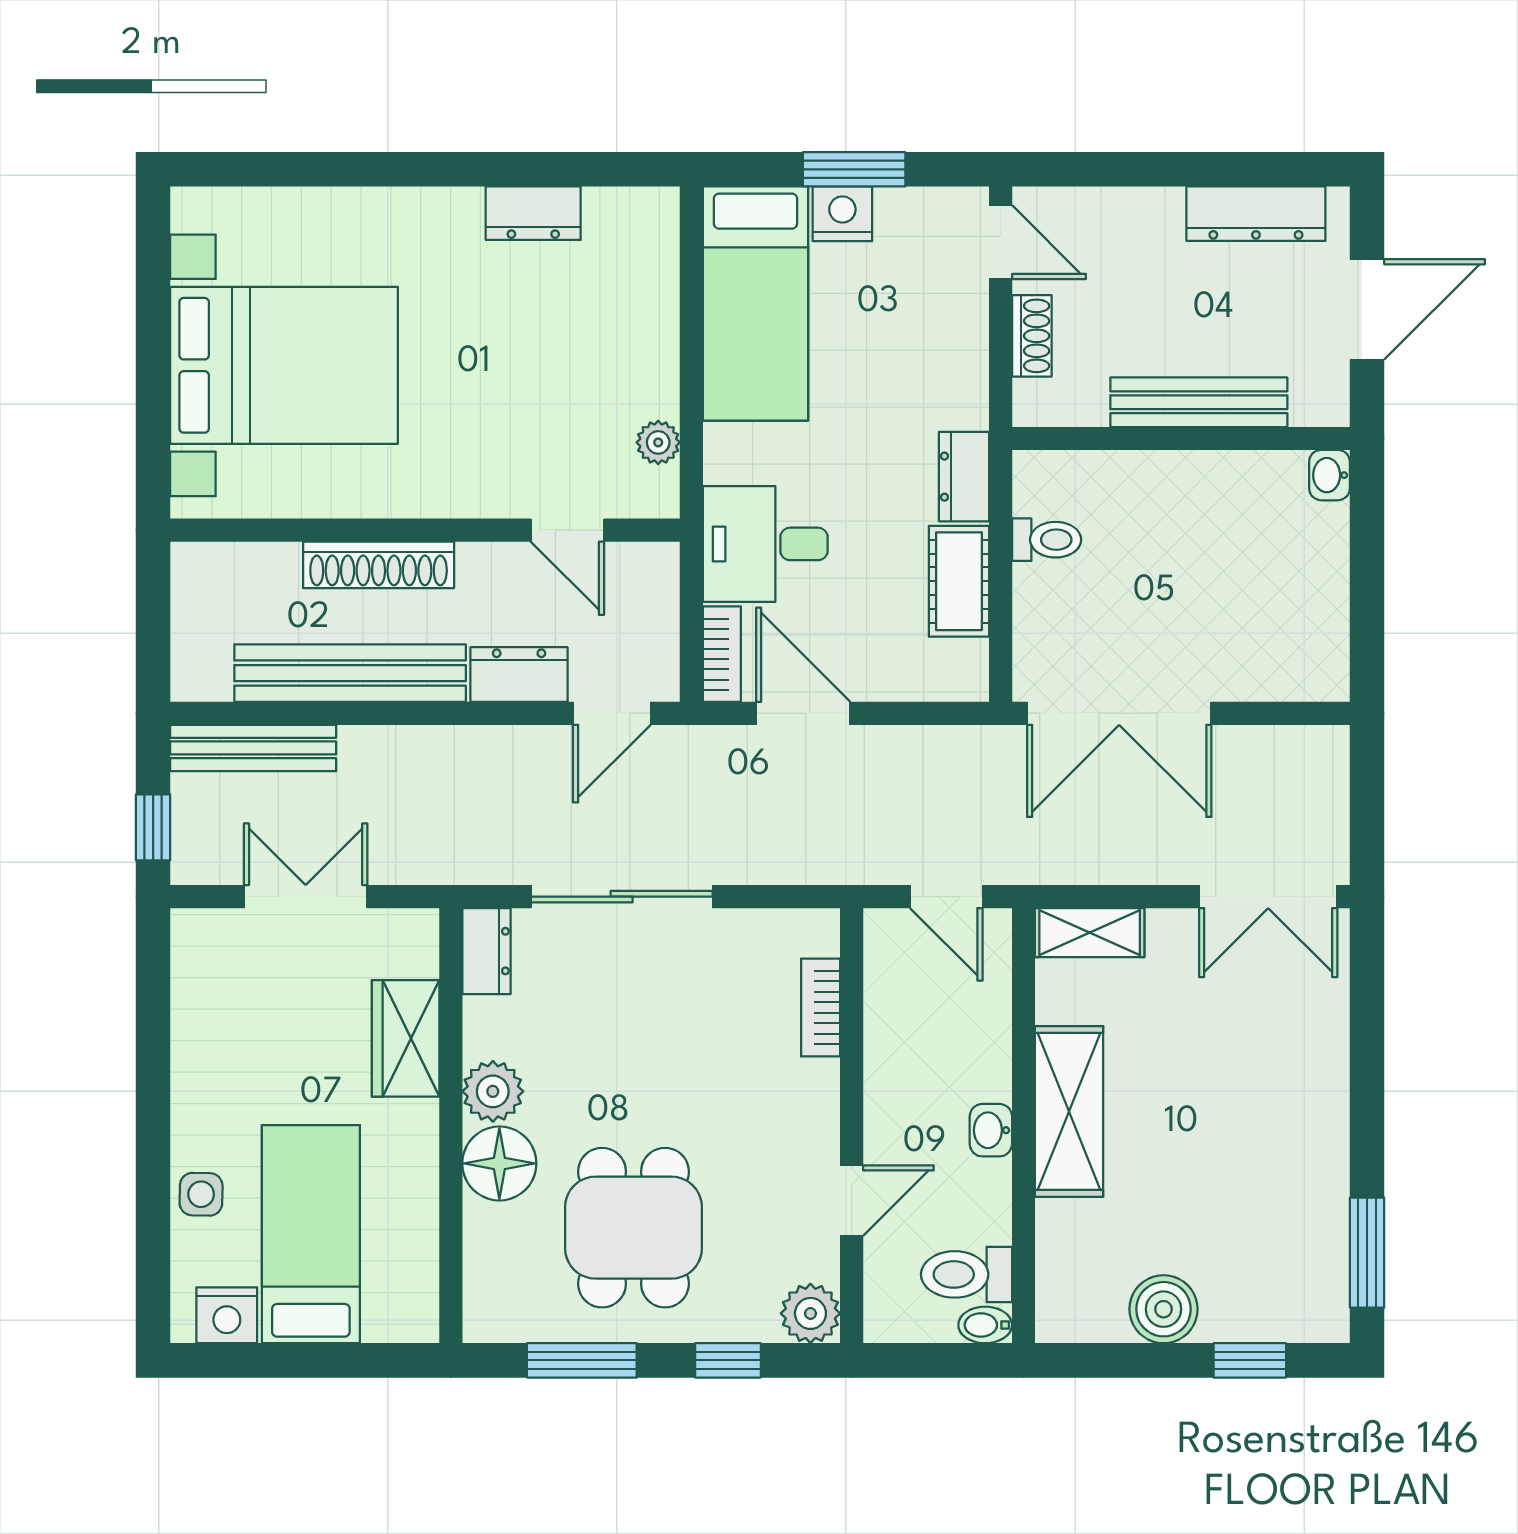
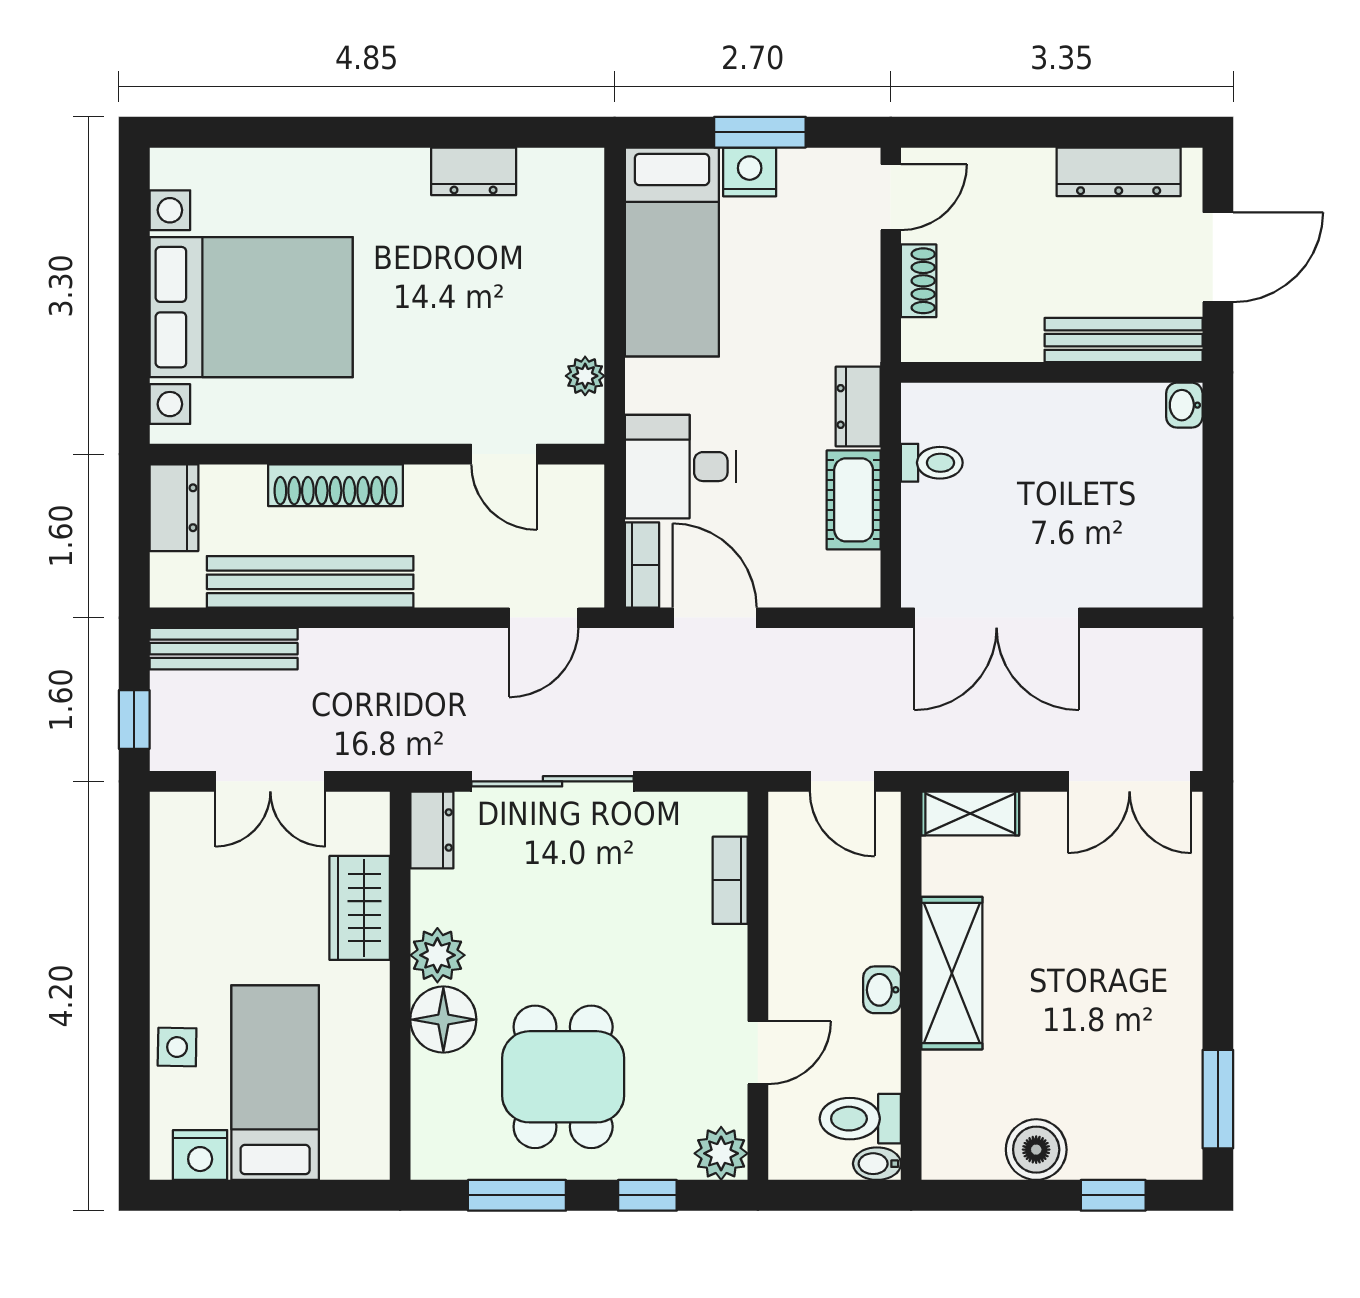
door: (1001, 242) -> (891, 197), hinge flipped
bench: (1199, 402) -> (1124, 340), moved
dresser: (519, 675) -> (174, 508), moved, turned 90
double door: (306, 897) -> (270, 781), swing flipped

